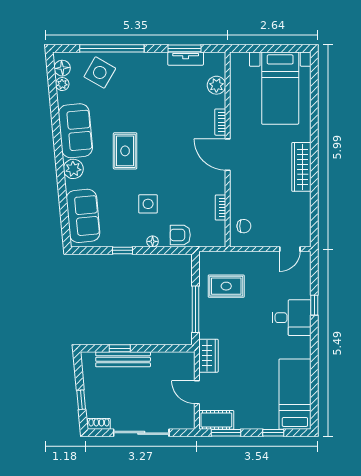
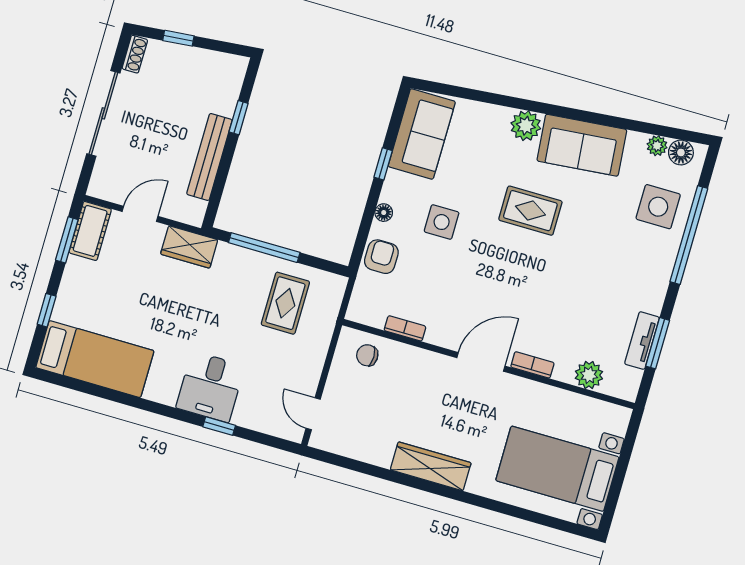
side table: (100, 72) -> (658, 207), turned -30
sofa: (83, 216) -> (422, 134), moved, turned -85
chair: (244, 226) -> (367, 355), turned 90
bench: (123, 359) -> (209, 157), moved

